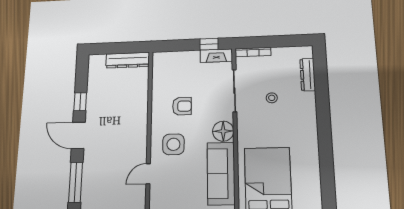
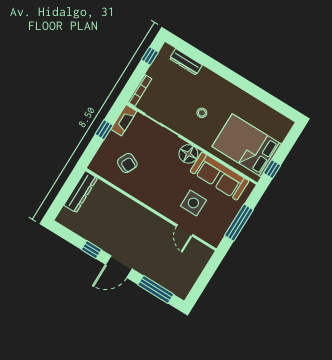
window: (290, 41) -> (150, 56), added
window: (209, 44) -> (104, 130), moved
stool: (272, 98) -> (202, 113), moved
armchair: (182, 106) -> (127, 163), moved, turned 115
side table: (173, 144) -> (193, 203), moved

